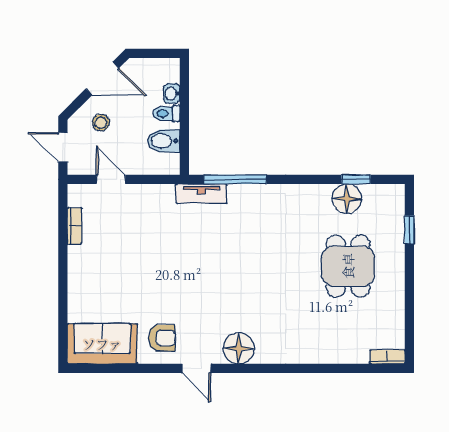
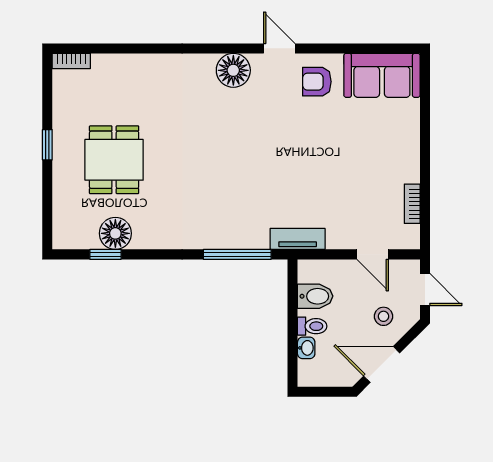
tv unit: (201, 194) -> (298, 239), moved
window: (409, 230) -> (47, 145), moved

